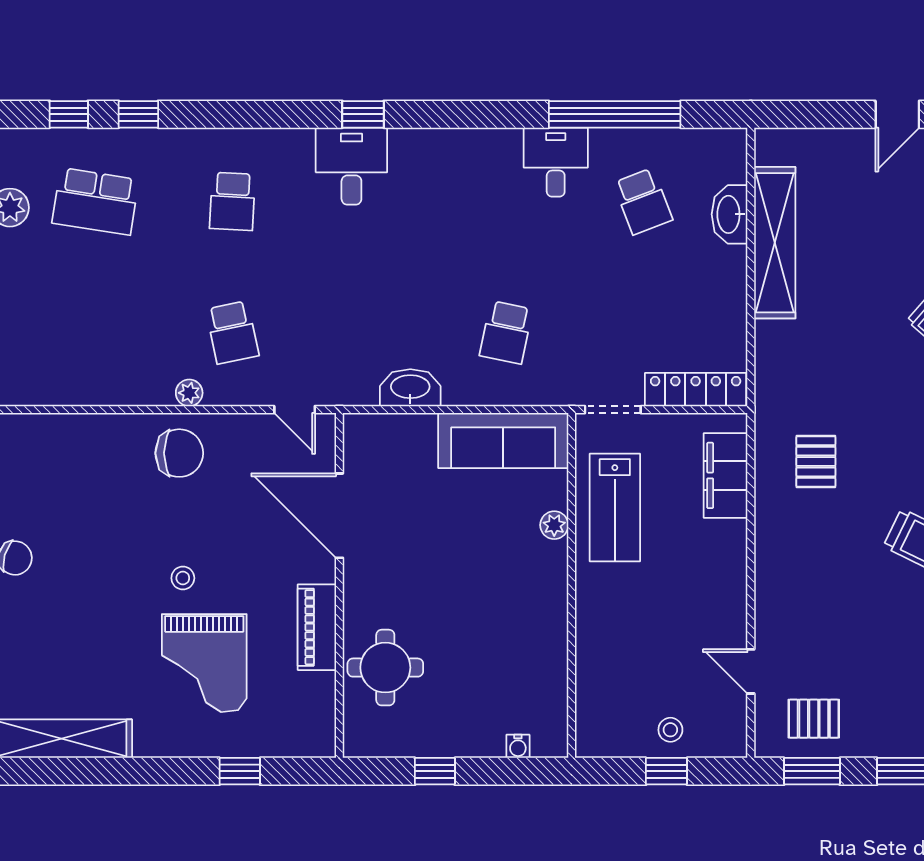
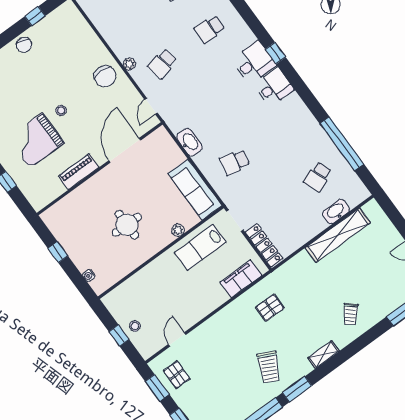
desk: (556, 162) -> (274, 87), moved
round table: (385, 668) -> (127, 225), moved

